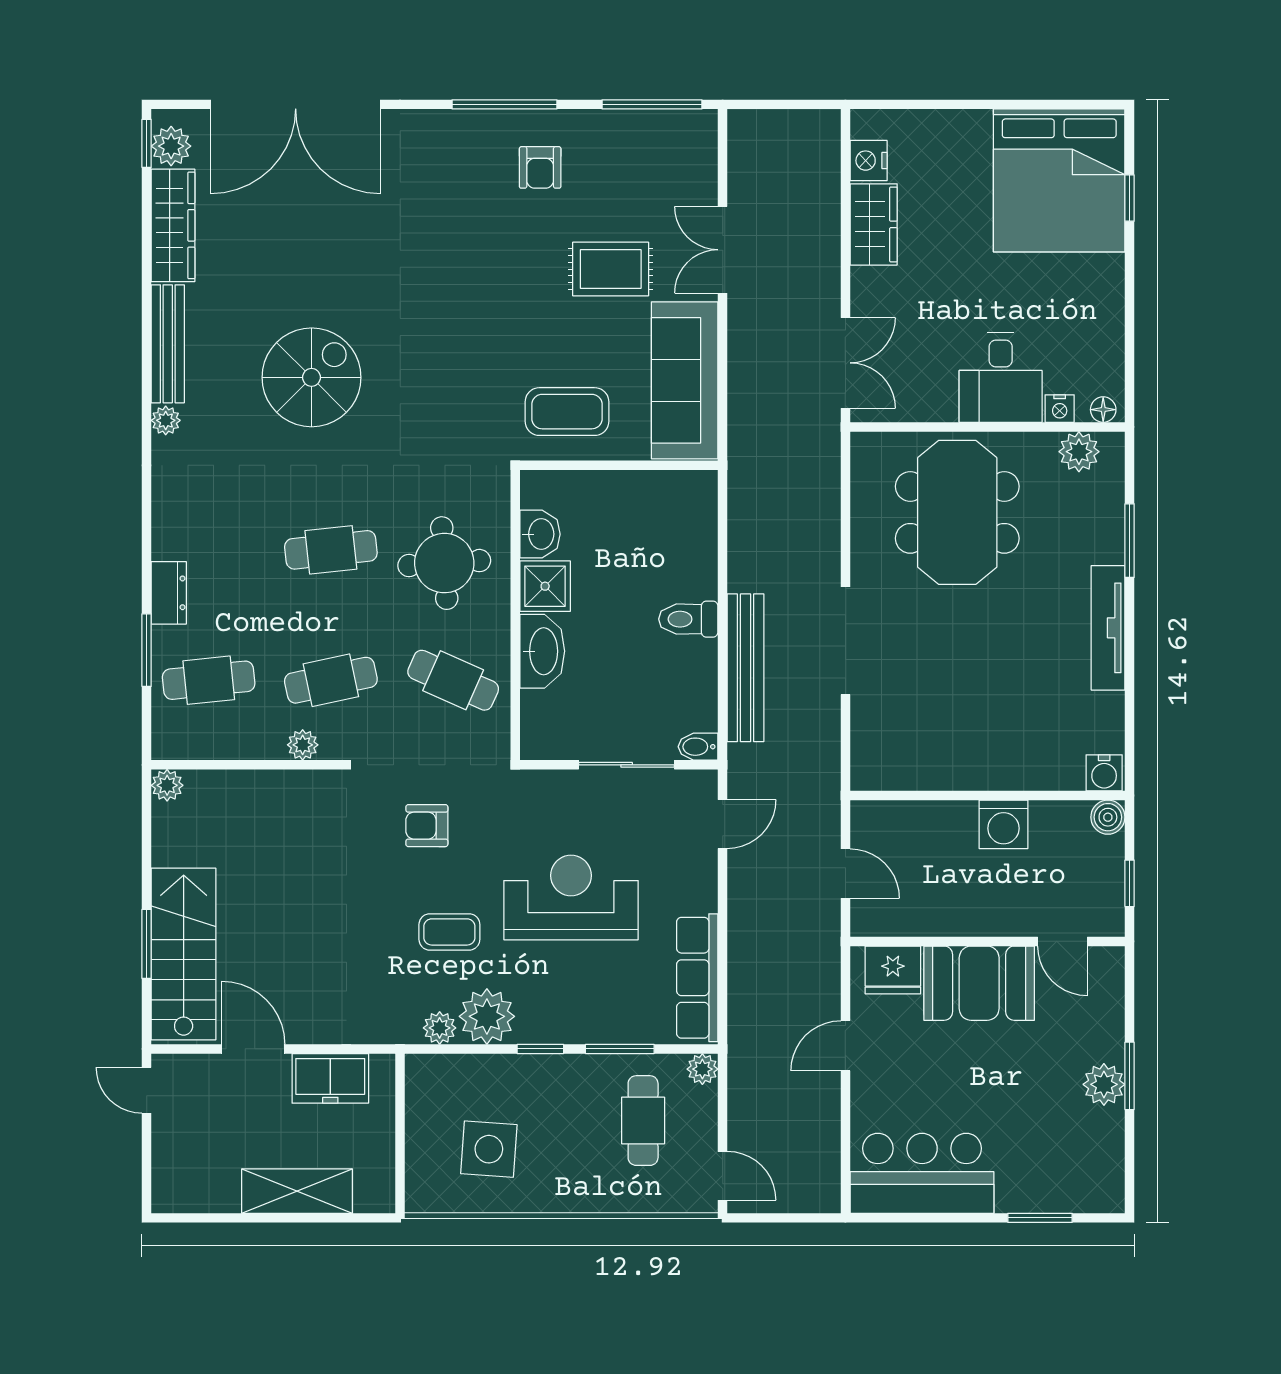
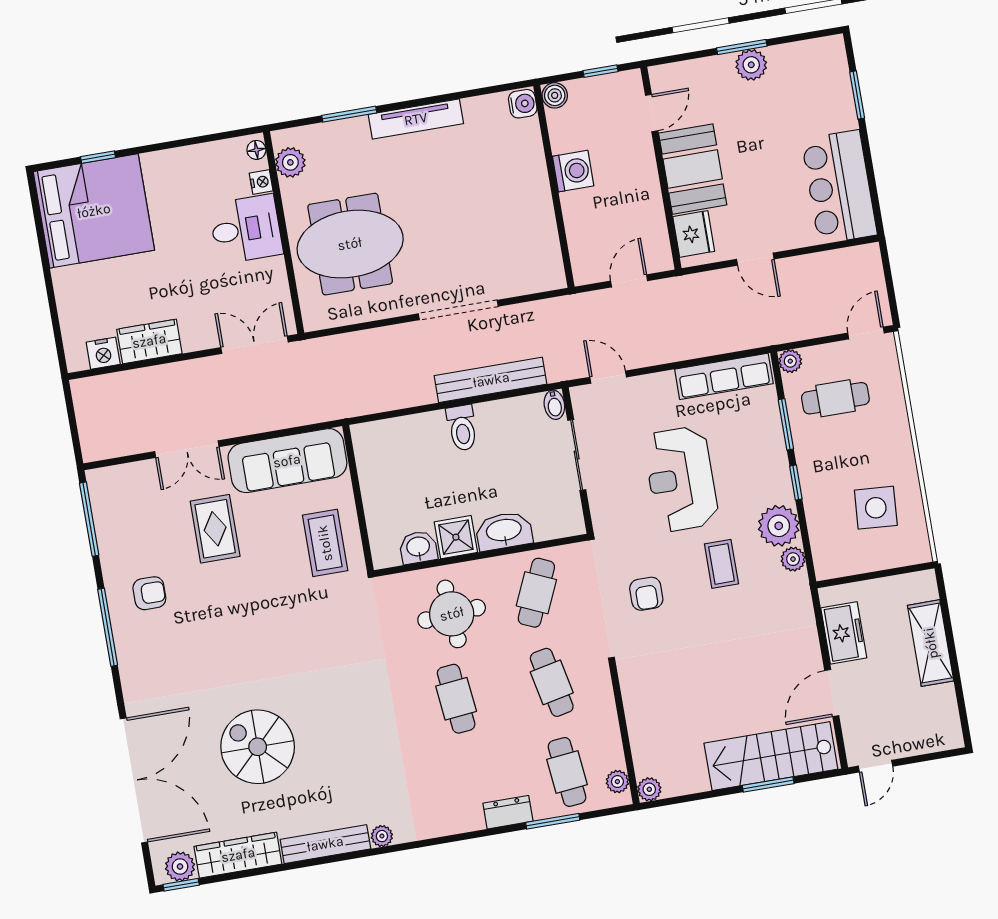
spiral stairs: (312, 377) -> (258, 747), moved
plant: (303, 745) -> (617, 782), moved

